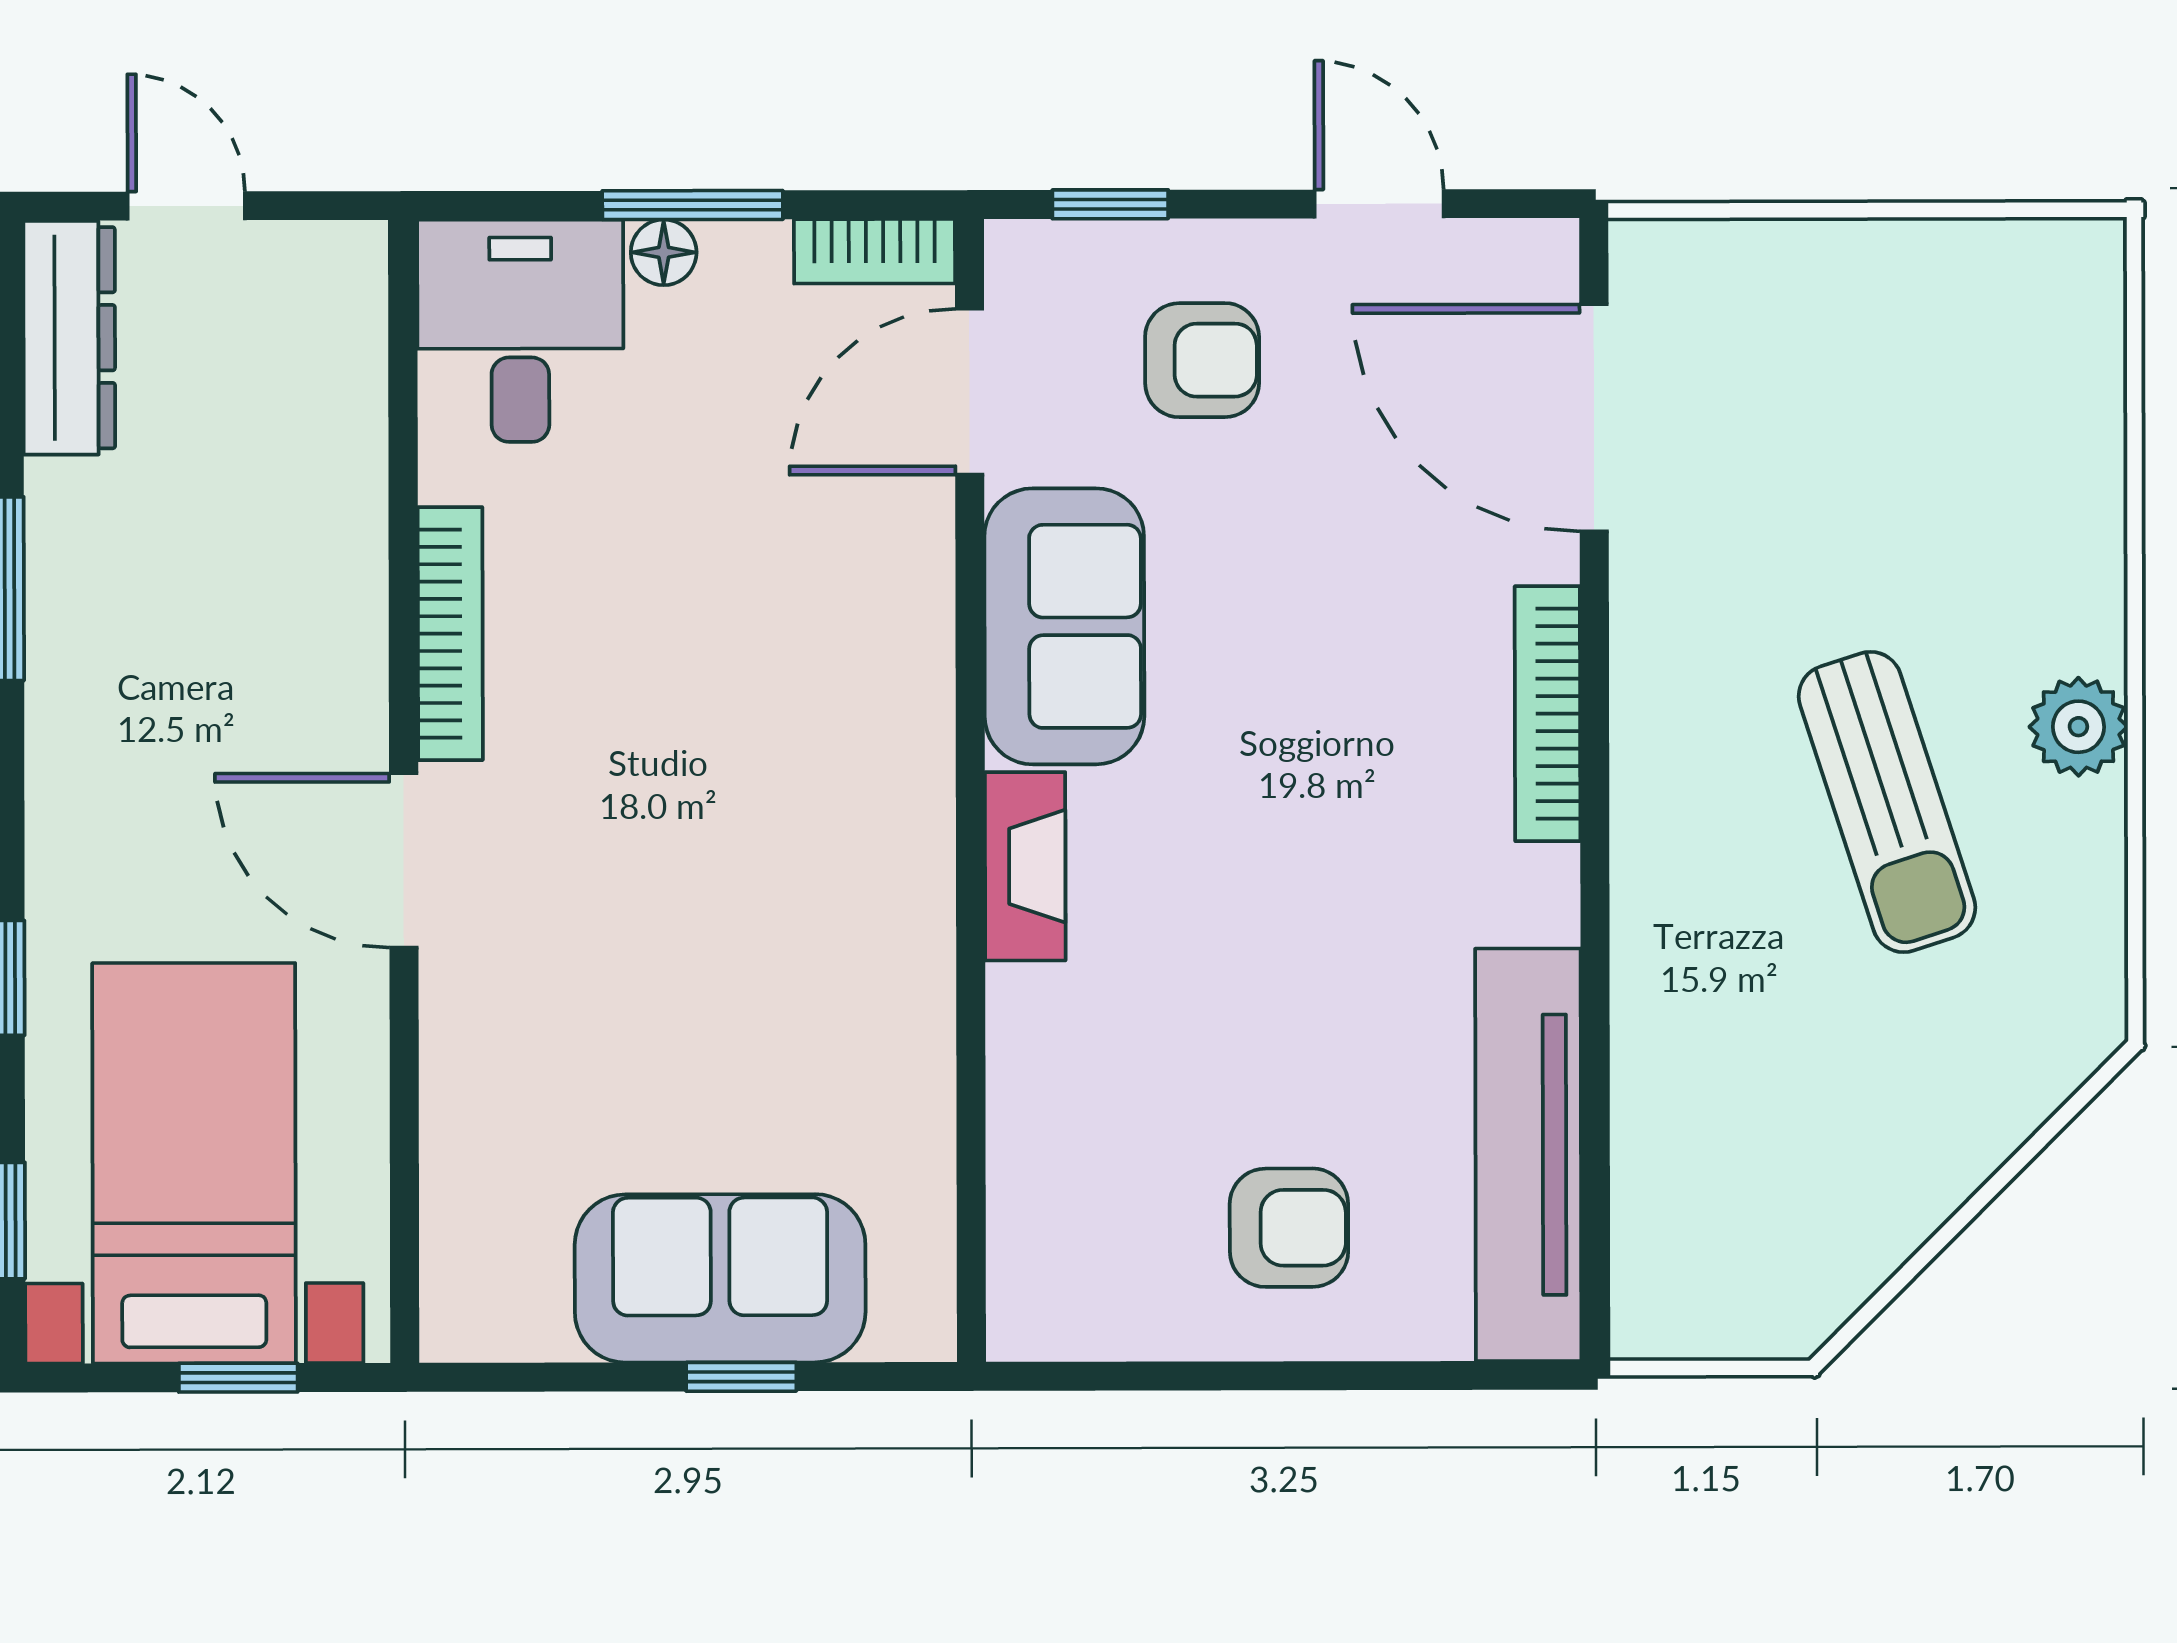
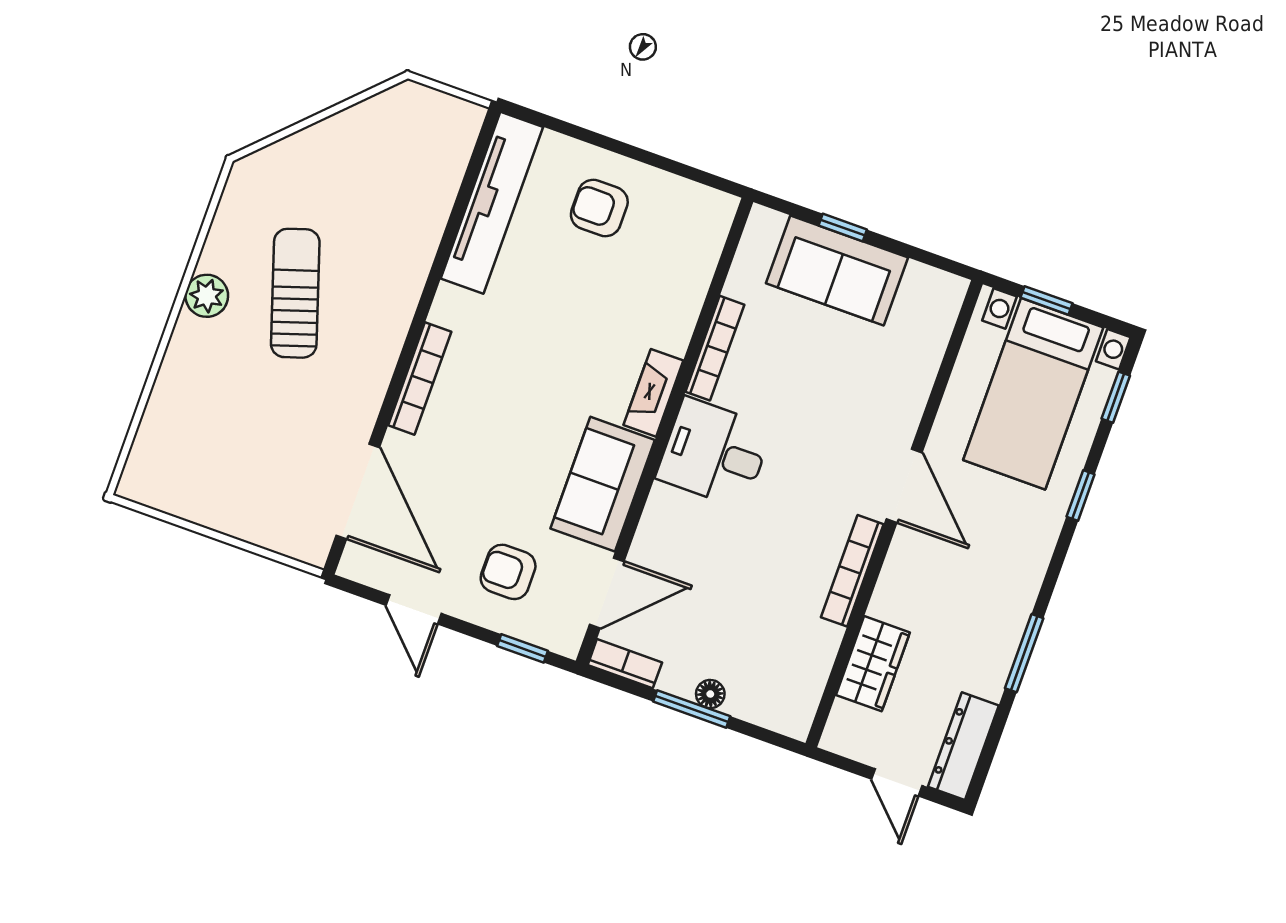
desk: (520, 331) -> (714, 453), moved, turned 90
wardrobe: (332, 447) -> (873, 664), added
bookcase: (926, 1012) -> (715, 348), added

